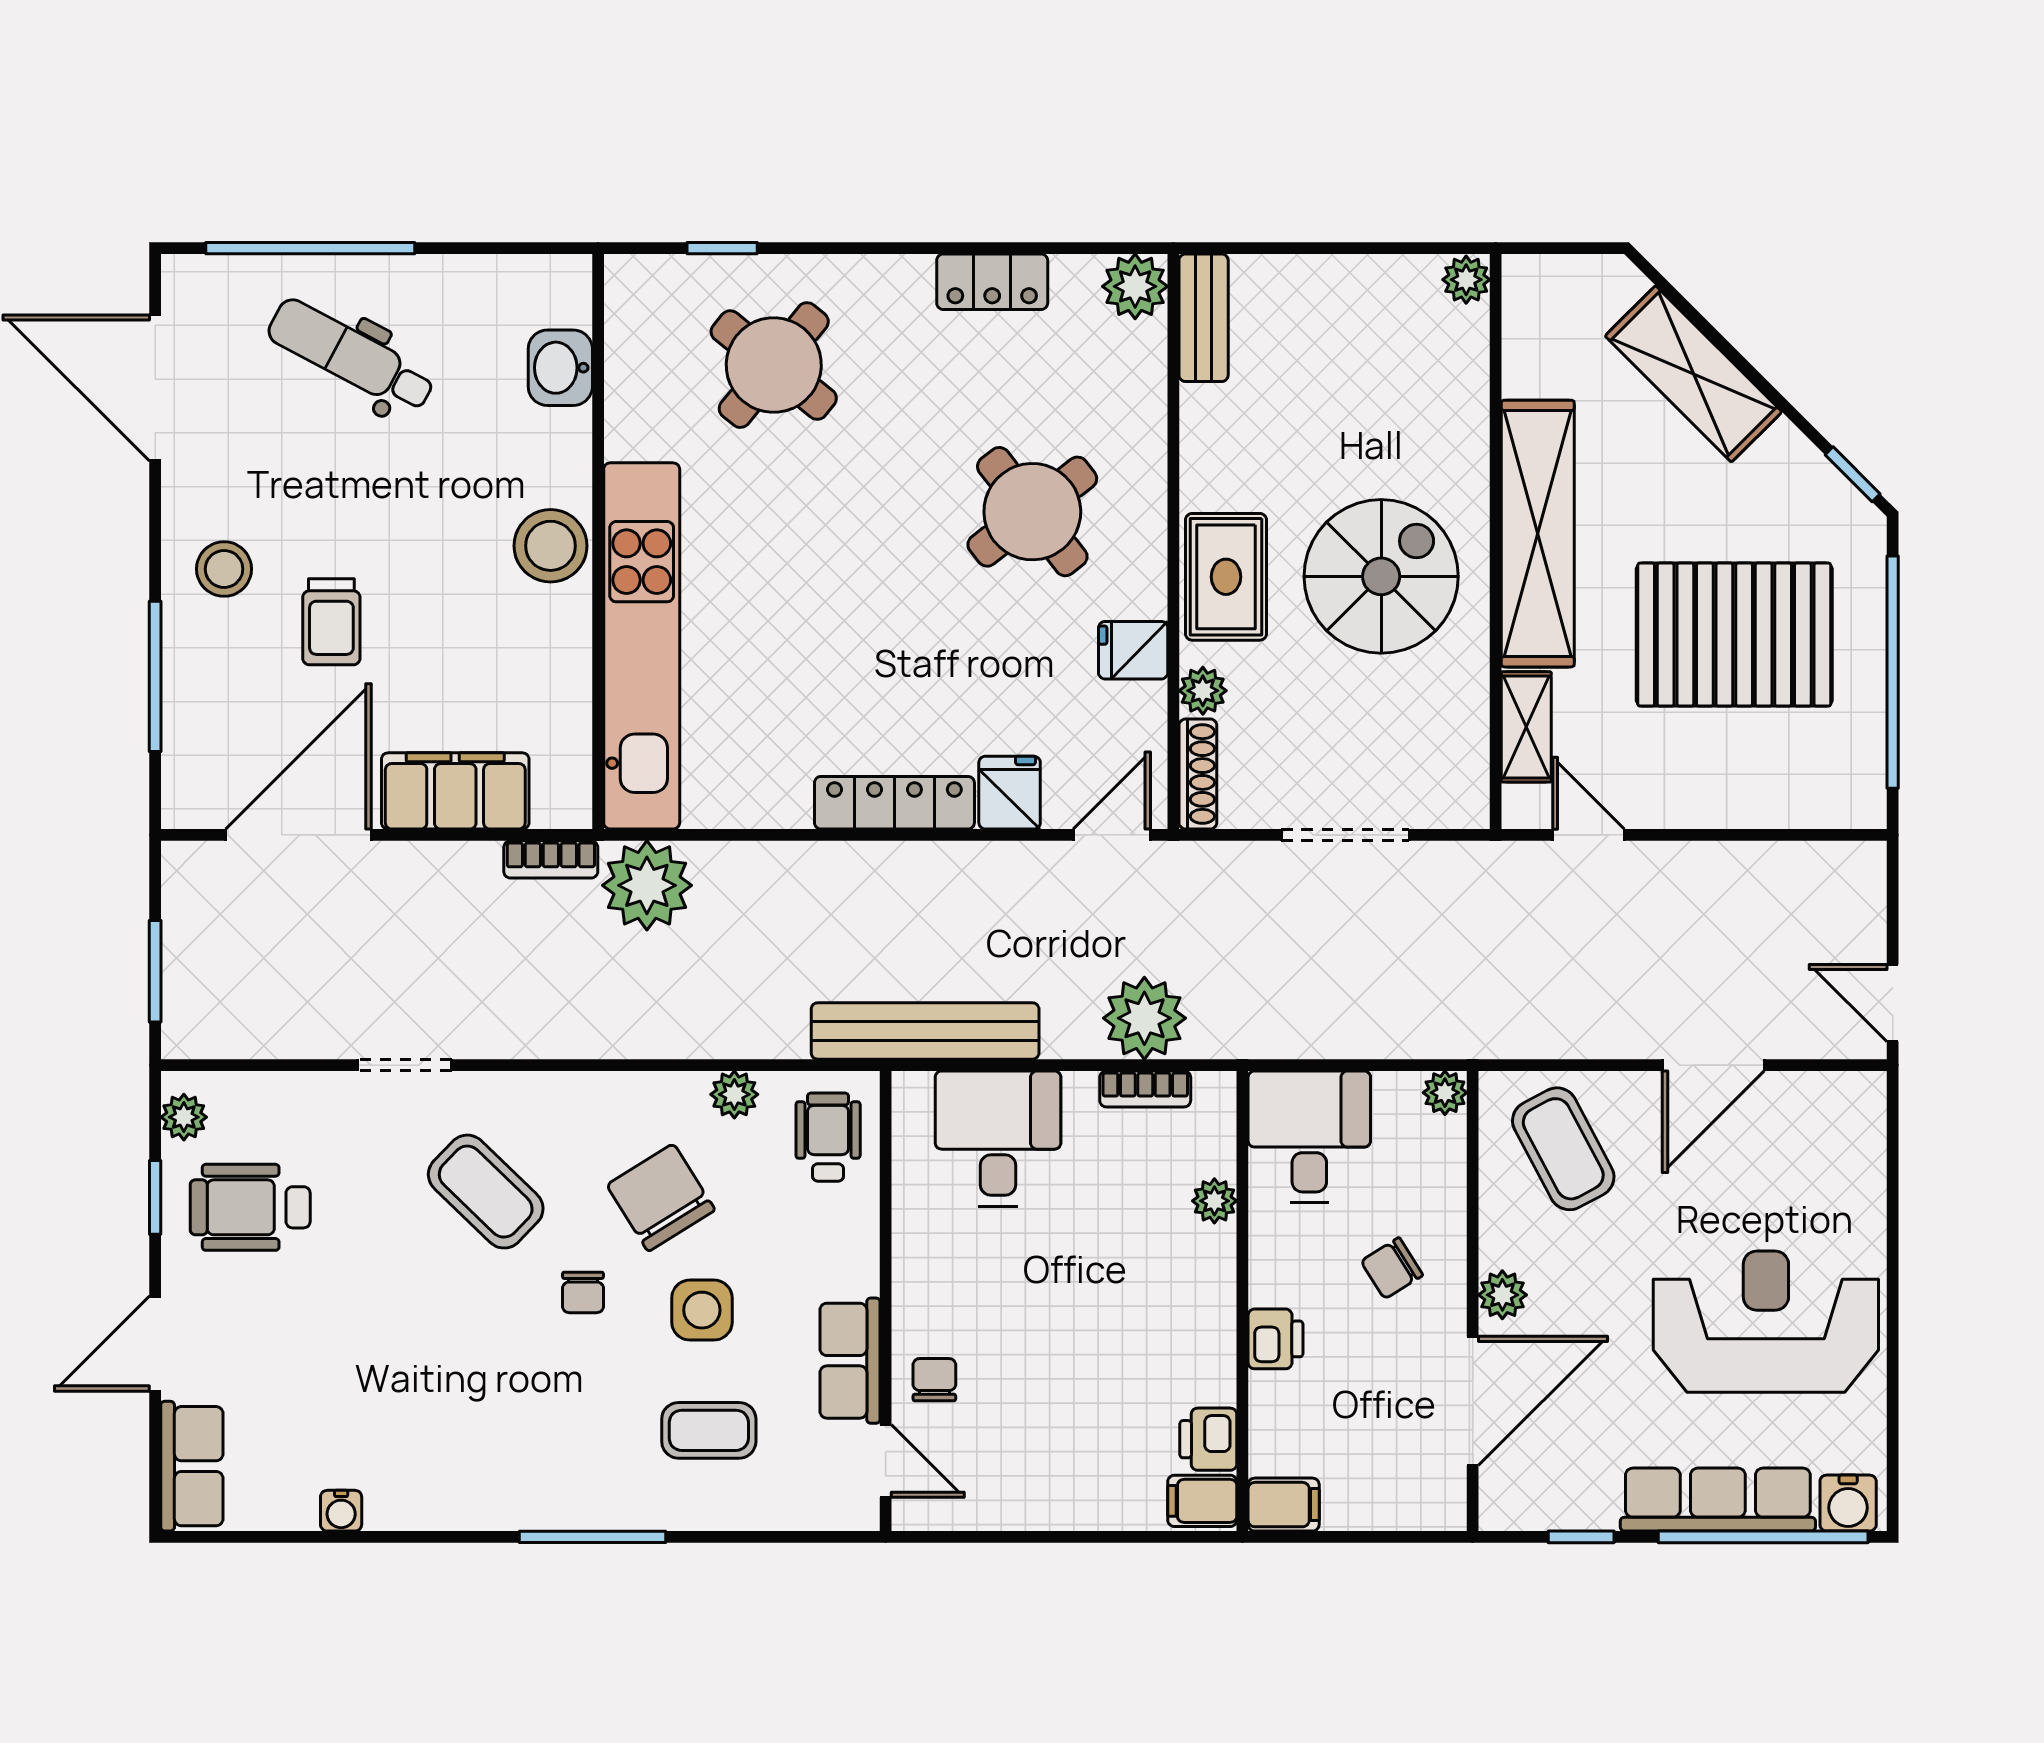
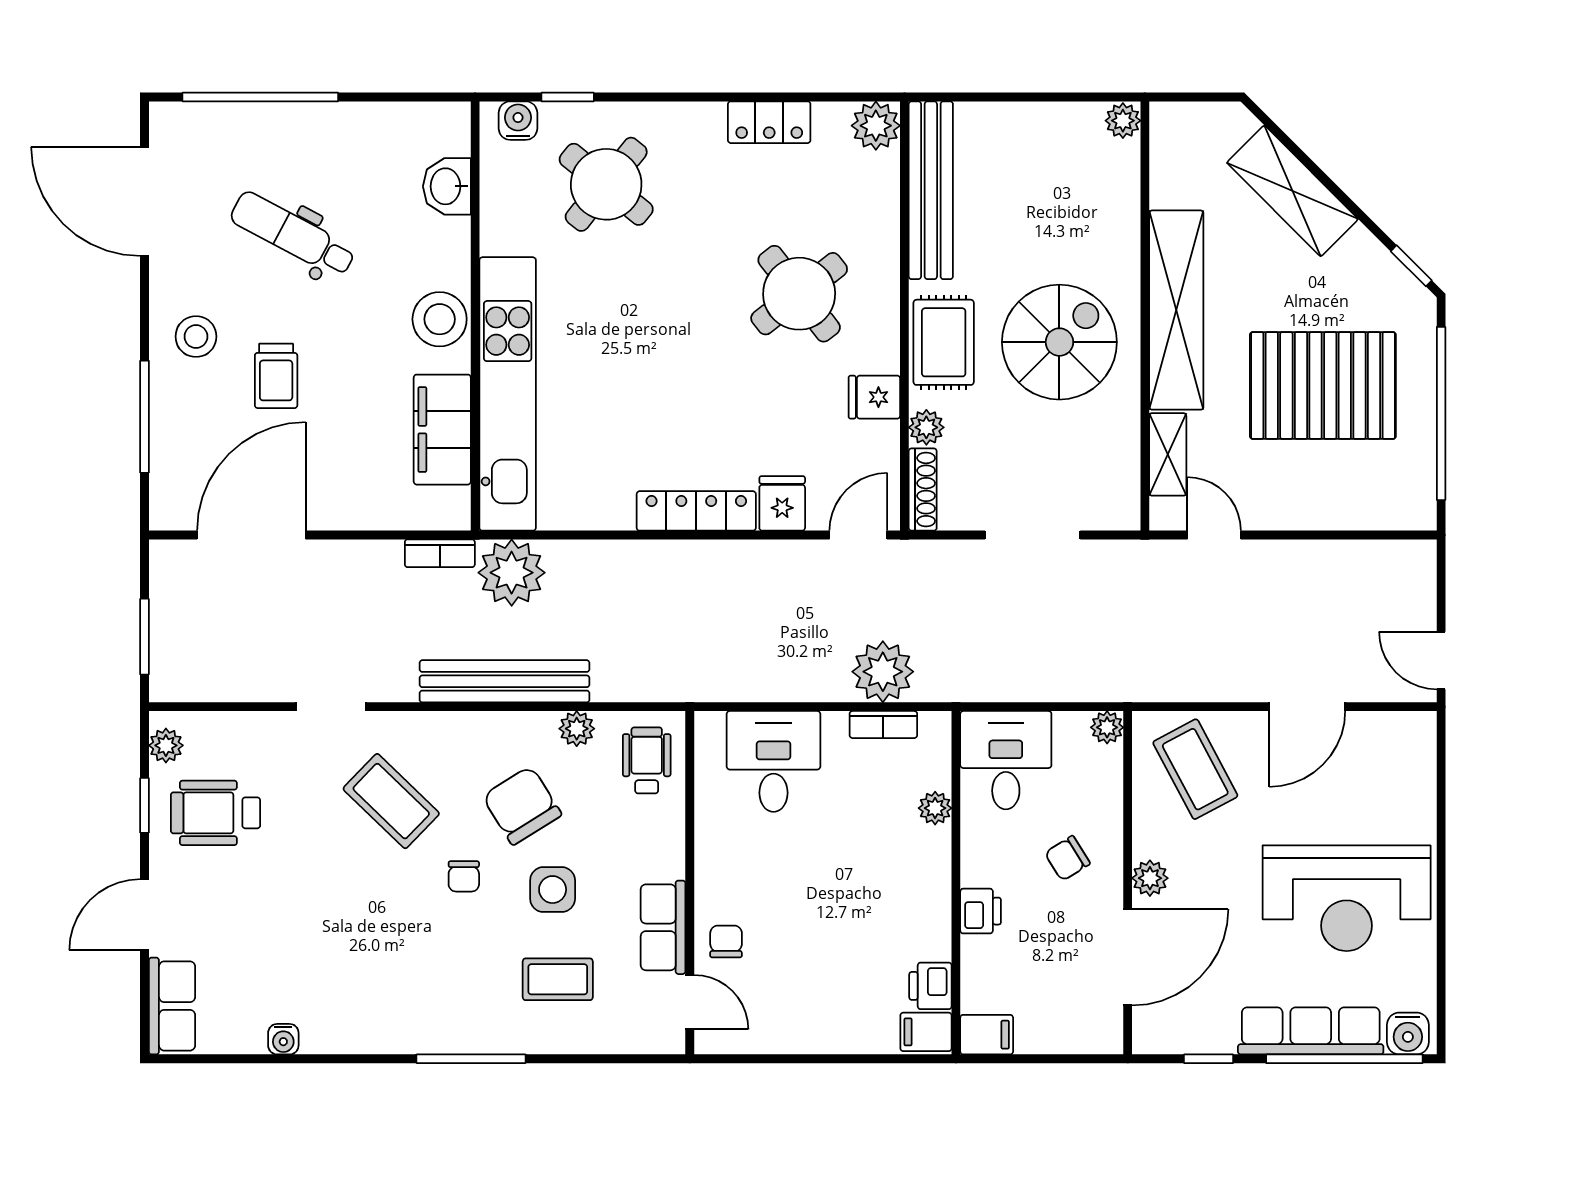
water cooler: (656, 280) -> (518, 121), added
bench: (1204, 318) -> (931, 190), width x1.86, depth x1.21
dental chair: (351, 356) -> (293, 234), moved
filing cabinet: (455, 791) -> (442, 430), moved, turned -90
bench: (925, 1031) -> (504, 681), moved
reception desk: (1766, 1322) -> (1347, 898), turned 180

